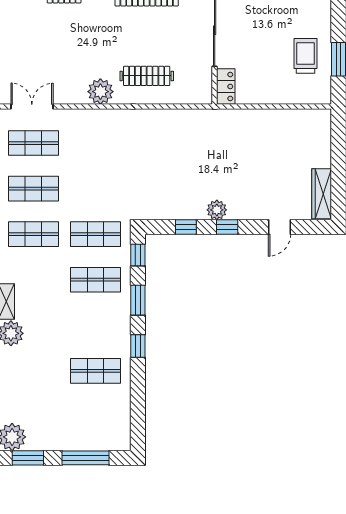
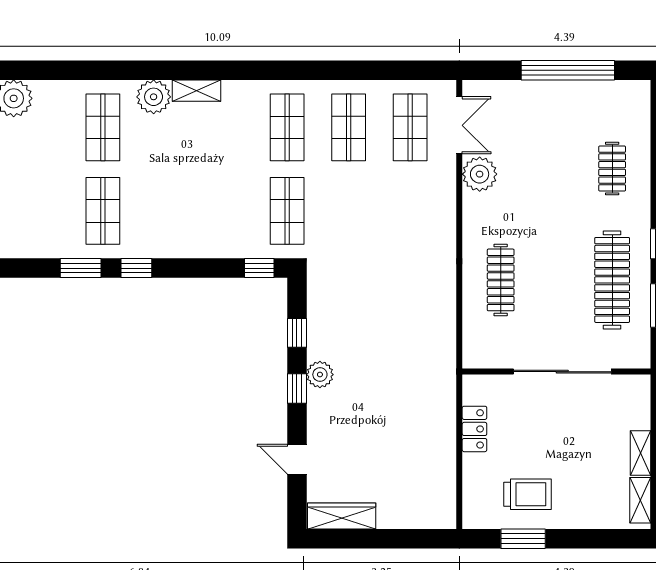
locker: (226, 86) -> (474, 429), moved, turned -90
plant: (100, 92) -> (480, 174), moved
shop shelf: (96, 280) -> (103, 127), moved
window: (138, 300) -> (81, 268), moved

